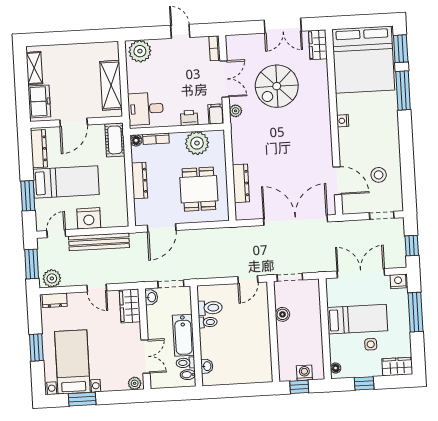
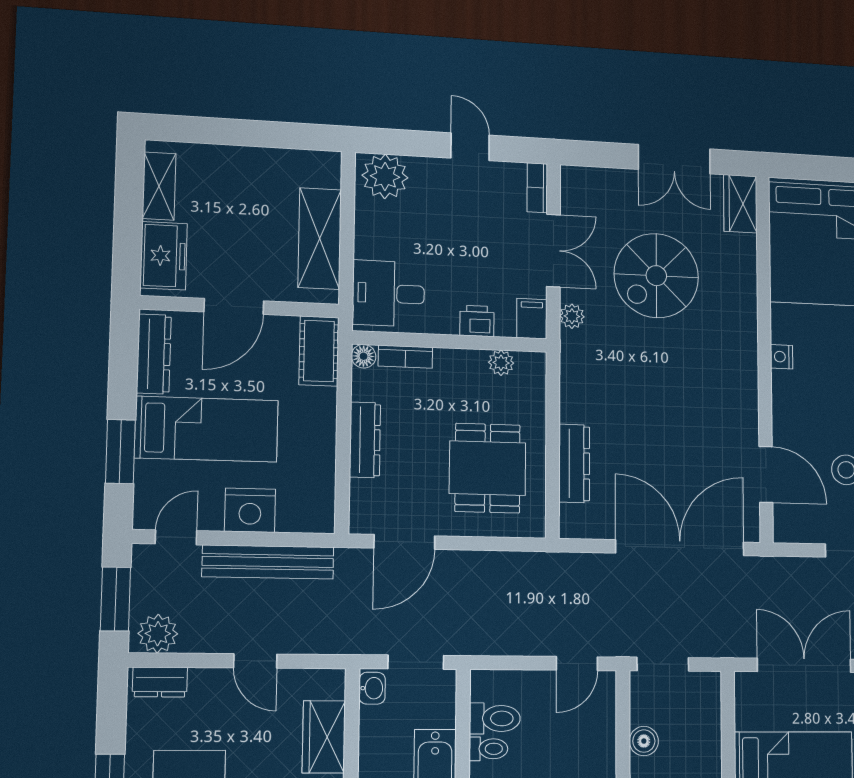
plant: (197, 143) -> (501, 363), width x0.53, depth x0.53
wardrobe: (130, 306) -> (324, 737), moved

